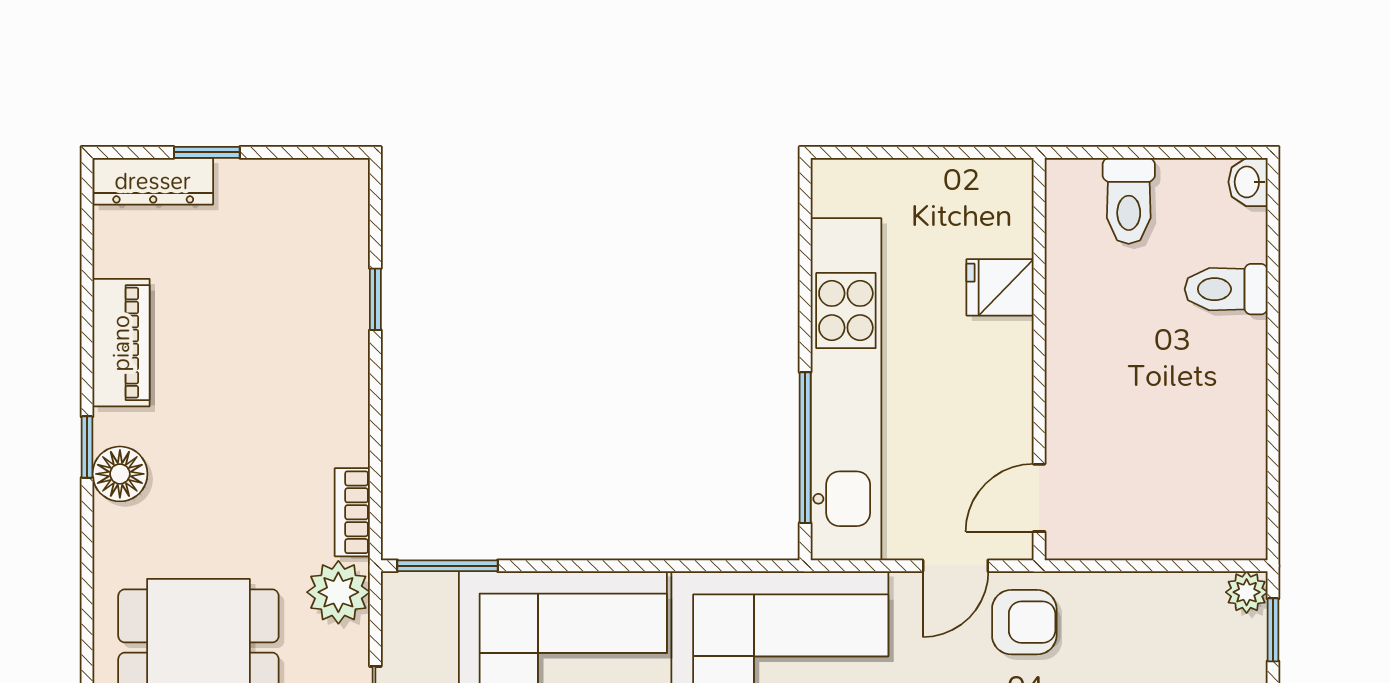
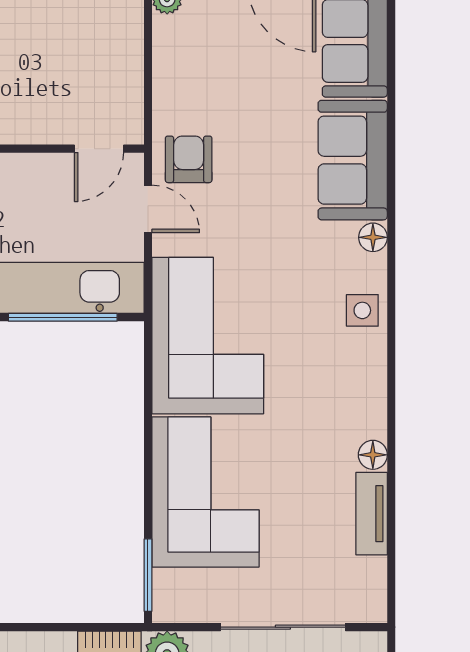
door: (1039, 498) -> (99, 149), hinge flipped

